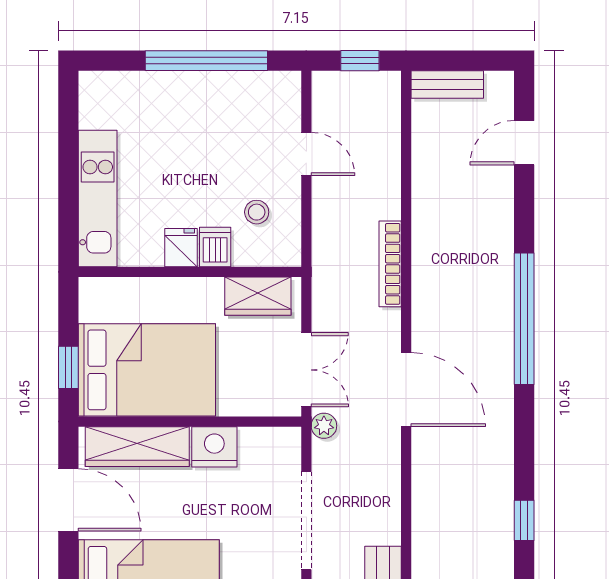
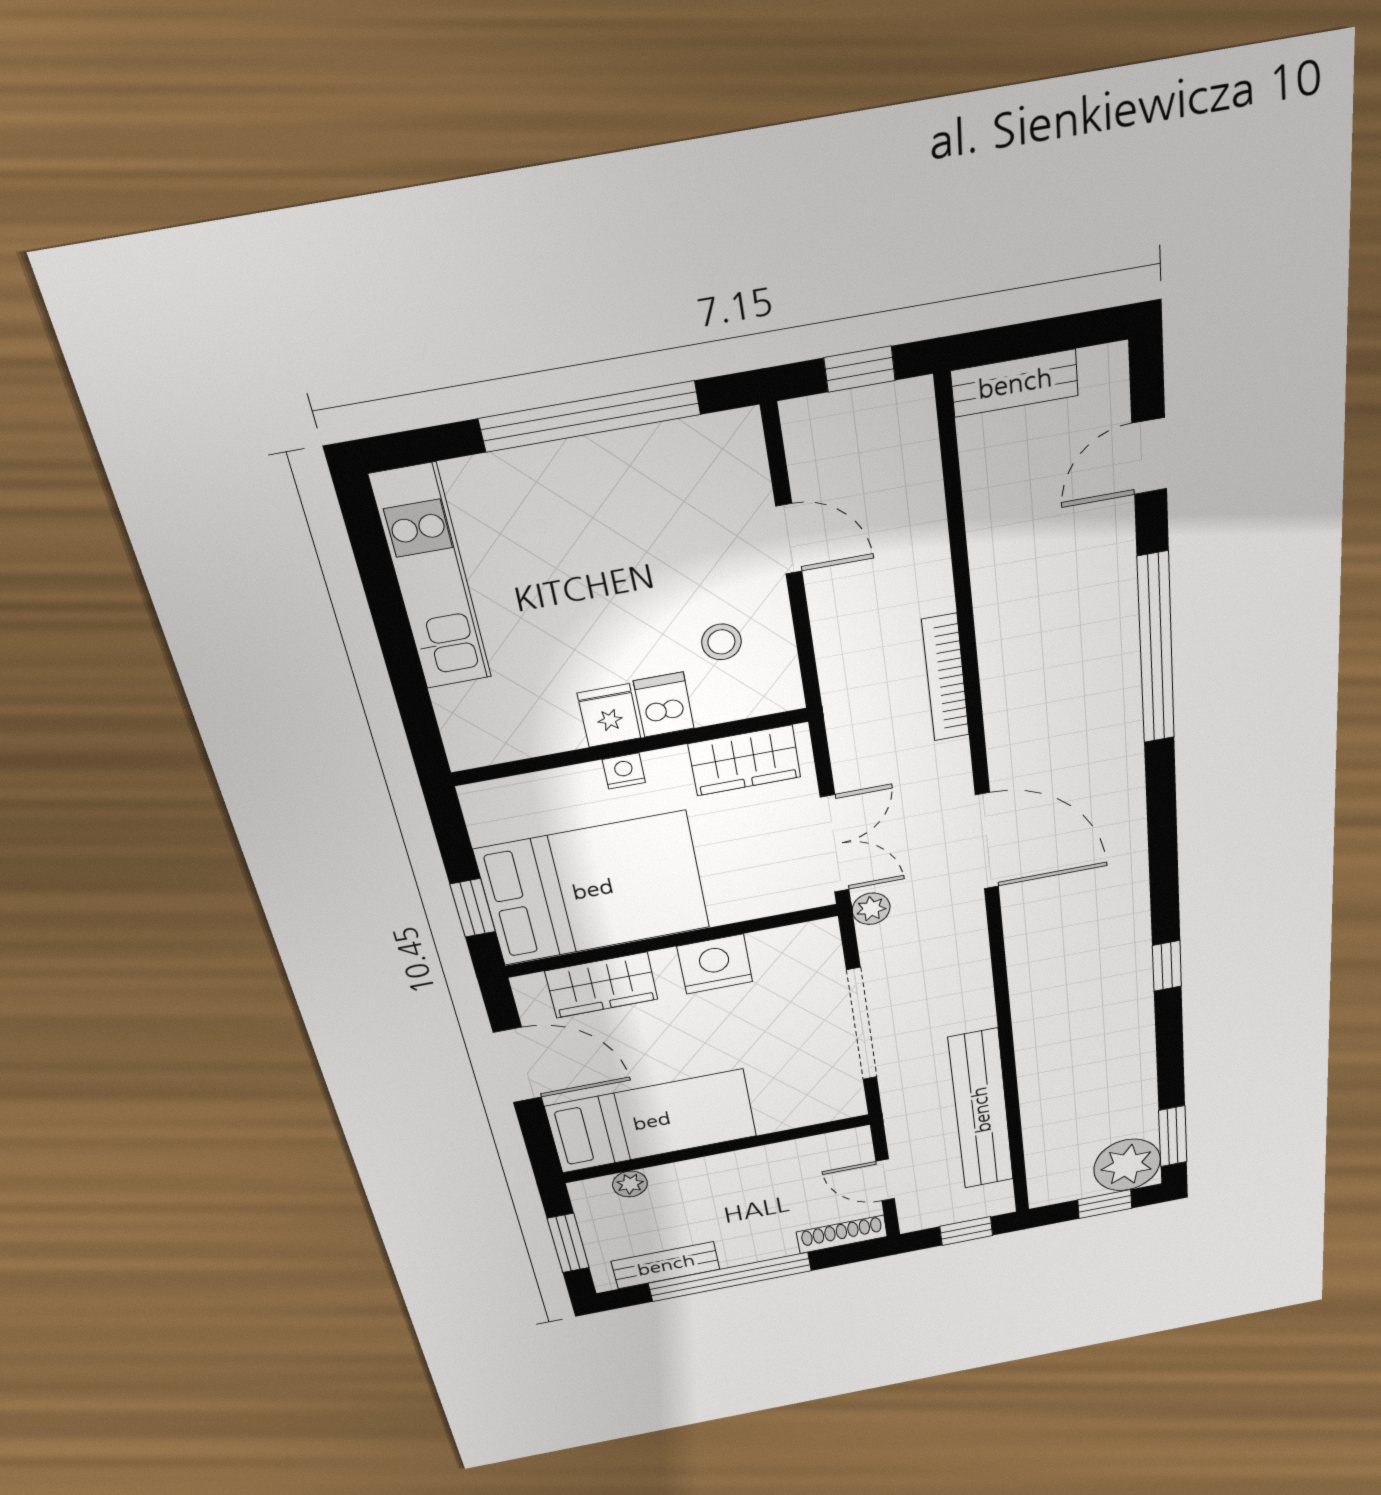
kitchen unit: (98, 199) -> (432, 578), moved
nightstand: (183, 288) -> (624, 771), added
window: (524, 319) -> (1156, 649), moved
wardrobe: (137, 447) -> (602, 985), width x0.67

